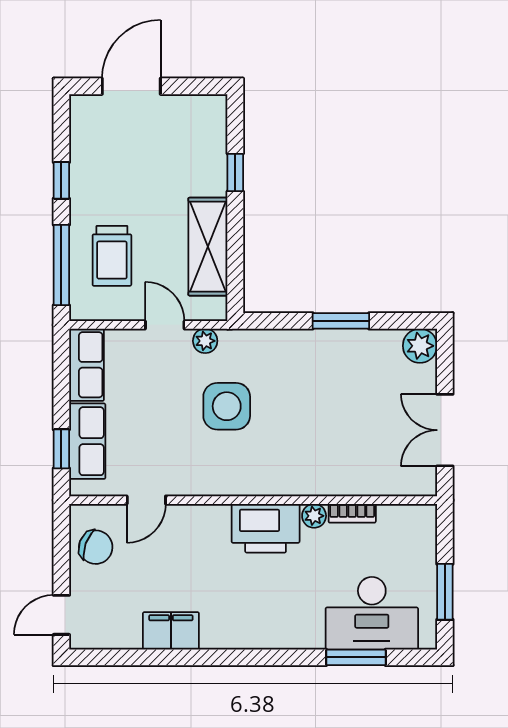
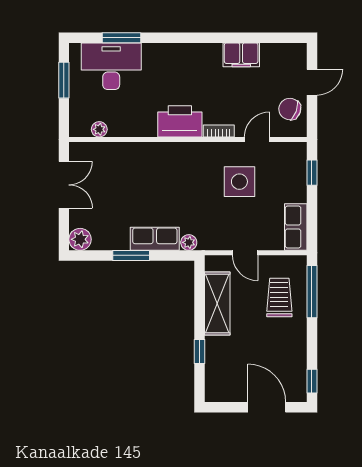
door: (131, 86) -> (267, 407), swing flipped
window: (61, 180) -> (312, 381), moved
plant: (205, 341) -> (189, 242), moved
side table: (227, 406) -> (239, 182), moved
row of seats: (87, 441) -> (155, 239), moved, turned 90
bookcase: (352, 513) -> (219, 131), moved
plant: (314, 516) -> (99, 129), moved
door: (61, 615) -> (312, 82), moved

